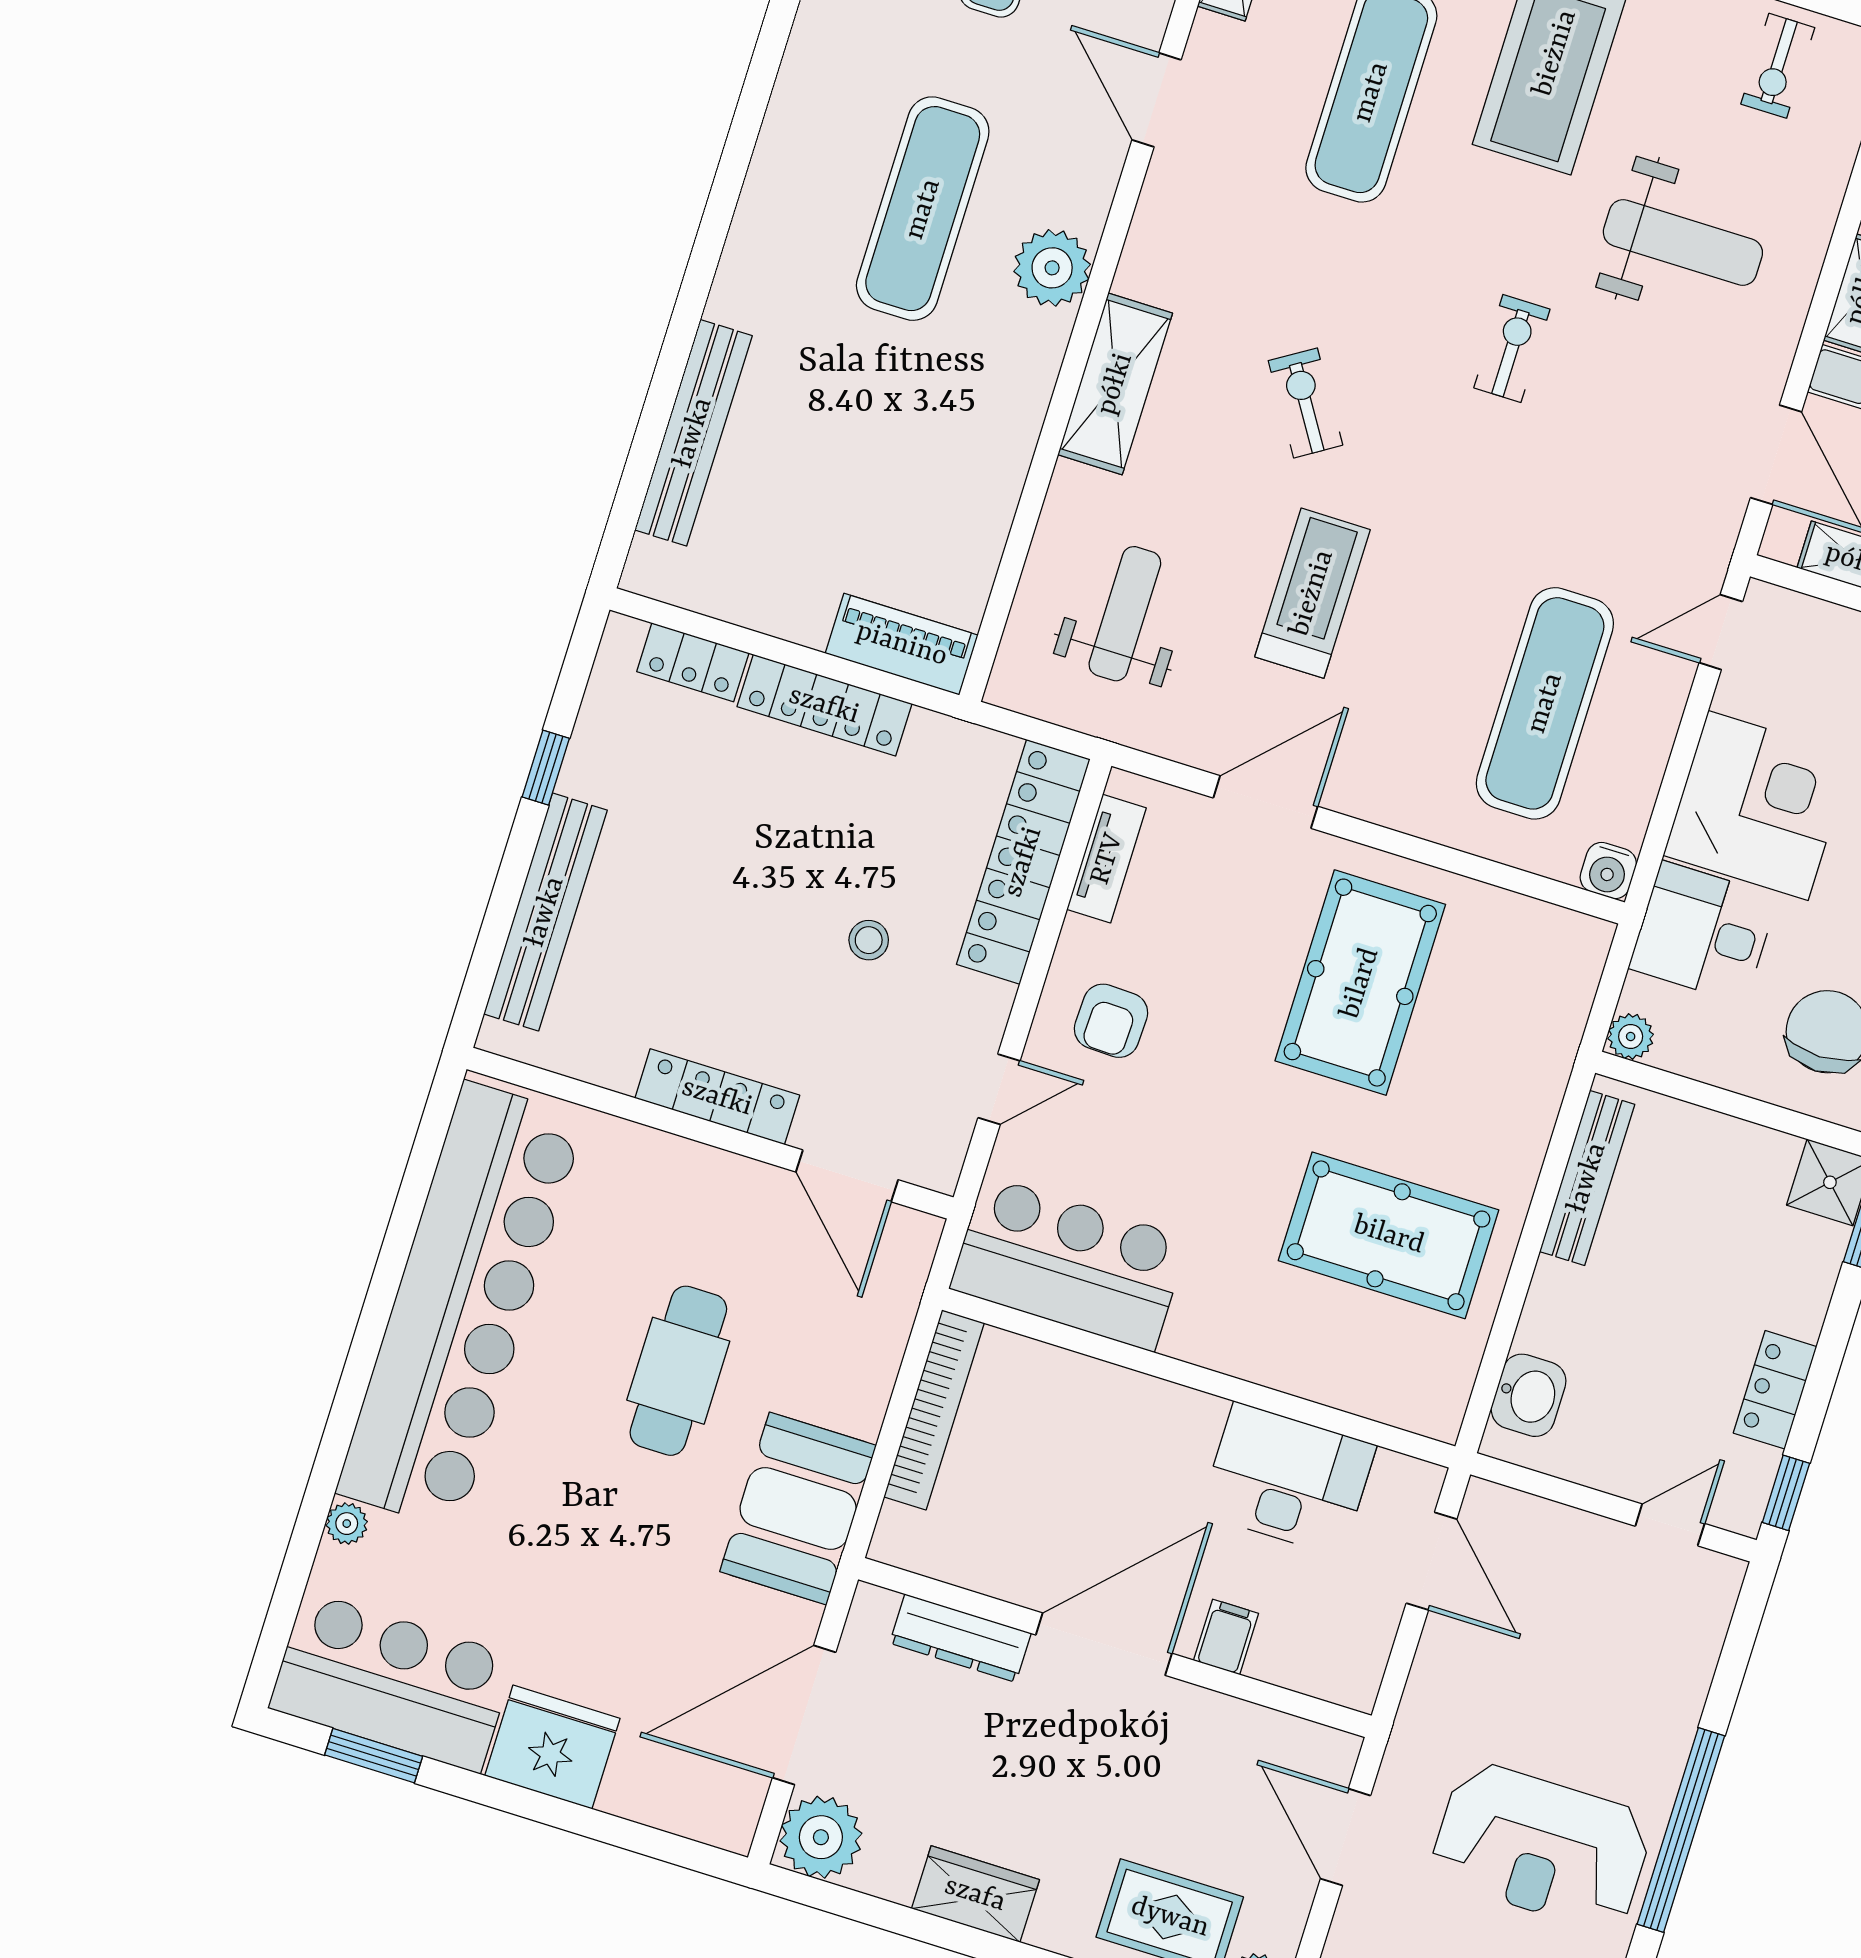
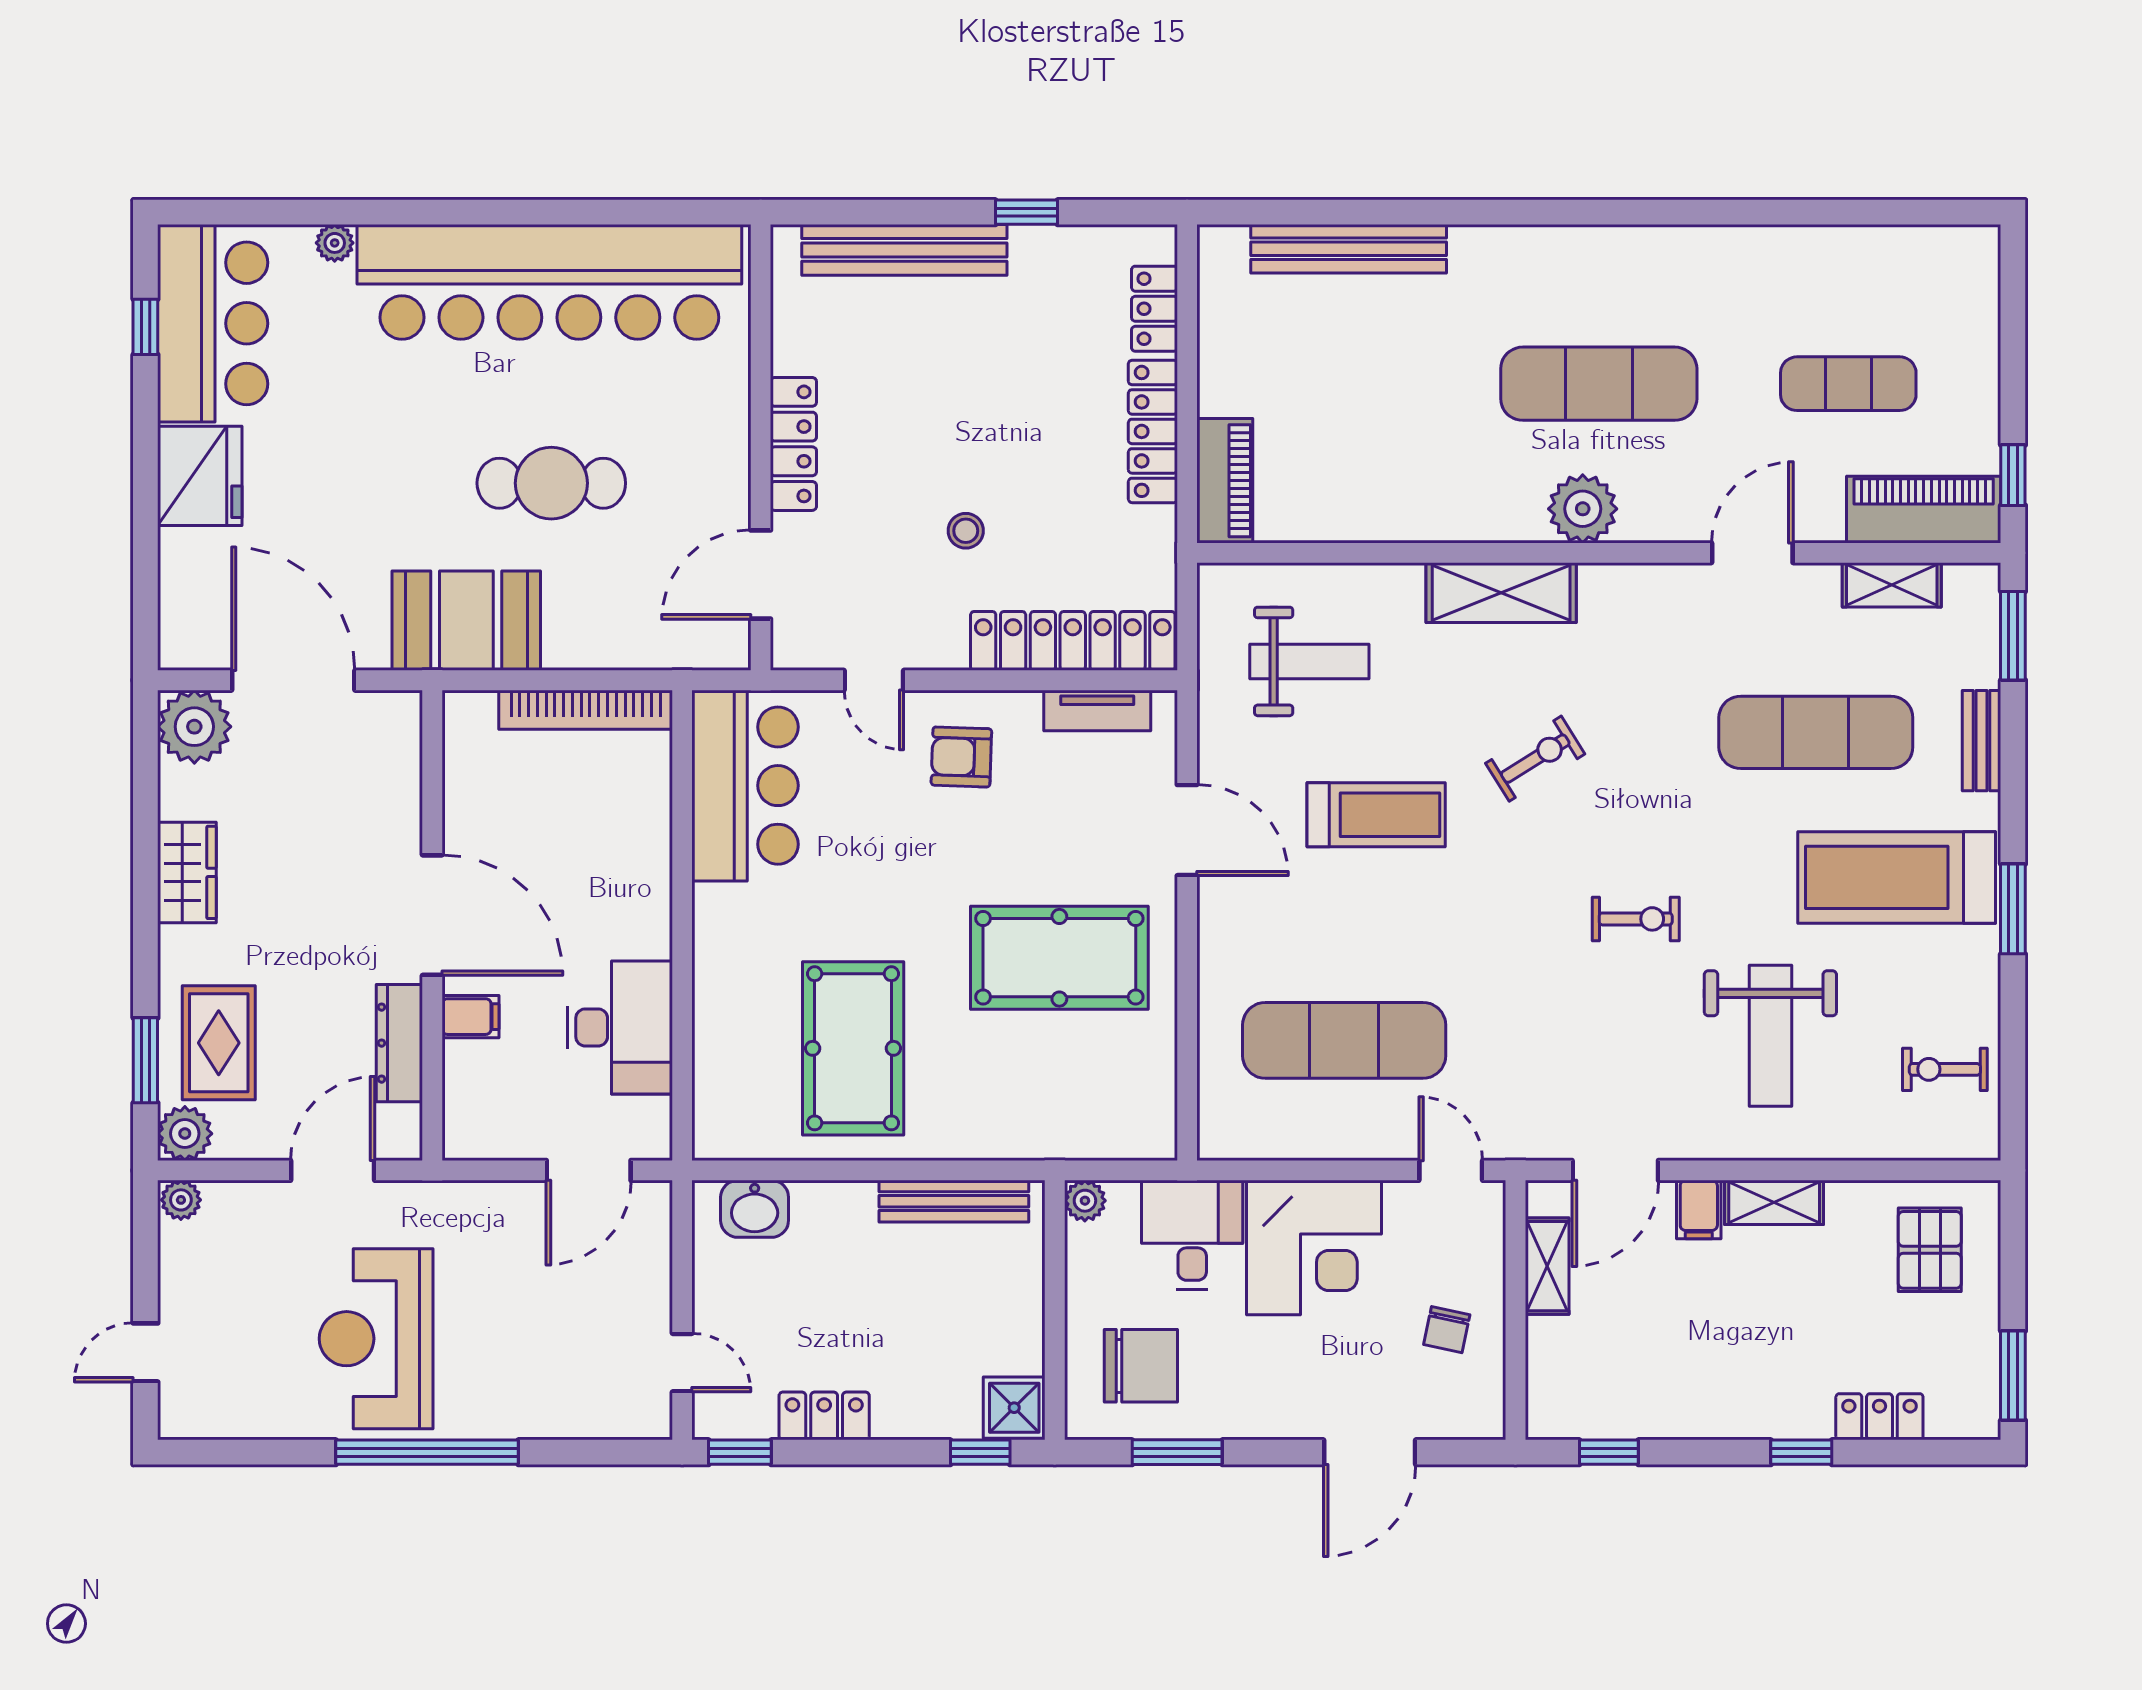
water cooler: (1608, 871) -> (1219, 1138), removed
dresser: (960, 1638) -> (399, 1043), moved
window: (374, 1756) -> (145, 327), width x0.67

